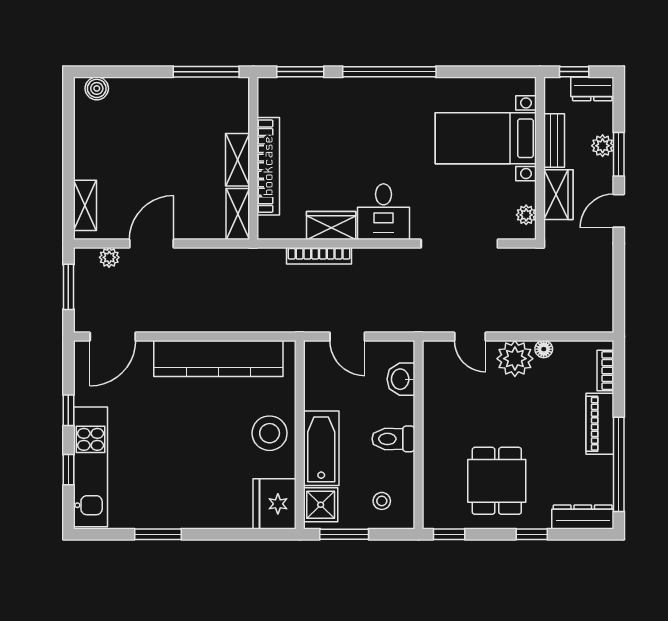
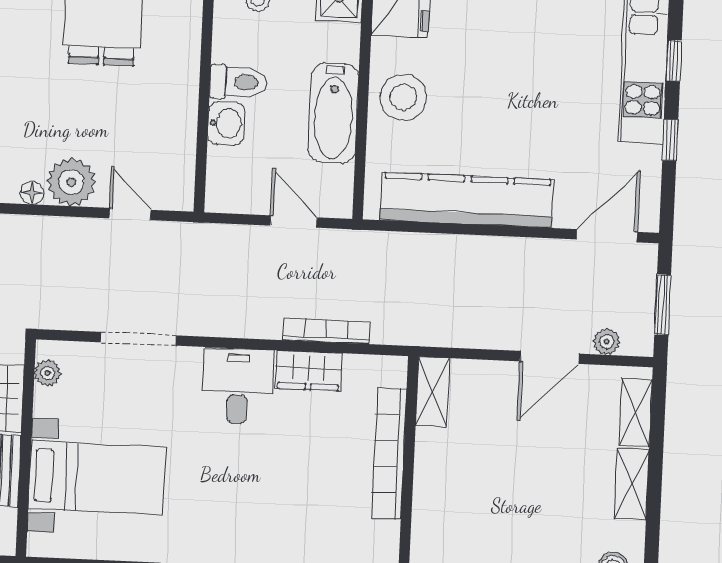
shelving: (237, 160) -> (632, 484), moved
doorway: (459, 244) -> (138, 339), width x0.73
washbasin: (401, 379) -> (226, 123), moved
bathtub: (321, 448) -> (333, 113), moved

